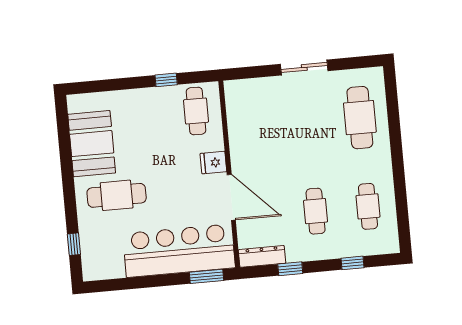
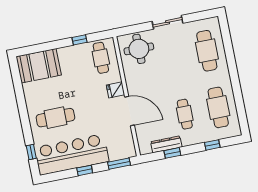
round table: (256, 104) -> (139, 49), added
booth: (92, 144) -> (39, 66), moved, turned 90
cafe table: (368, 206) -> (218, 107), width x1.37, depth x1.35
bar counter: (179, 251) -> (72, 154), moved
dresser: (262, 256) -> (166, 144), moved
window: (153, 281) -> (85, 170), added

